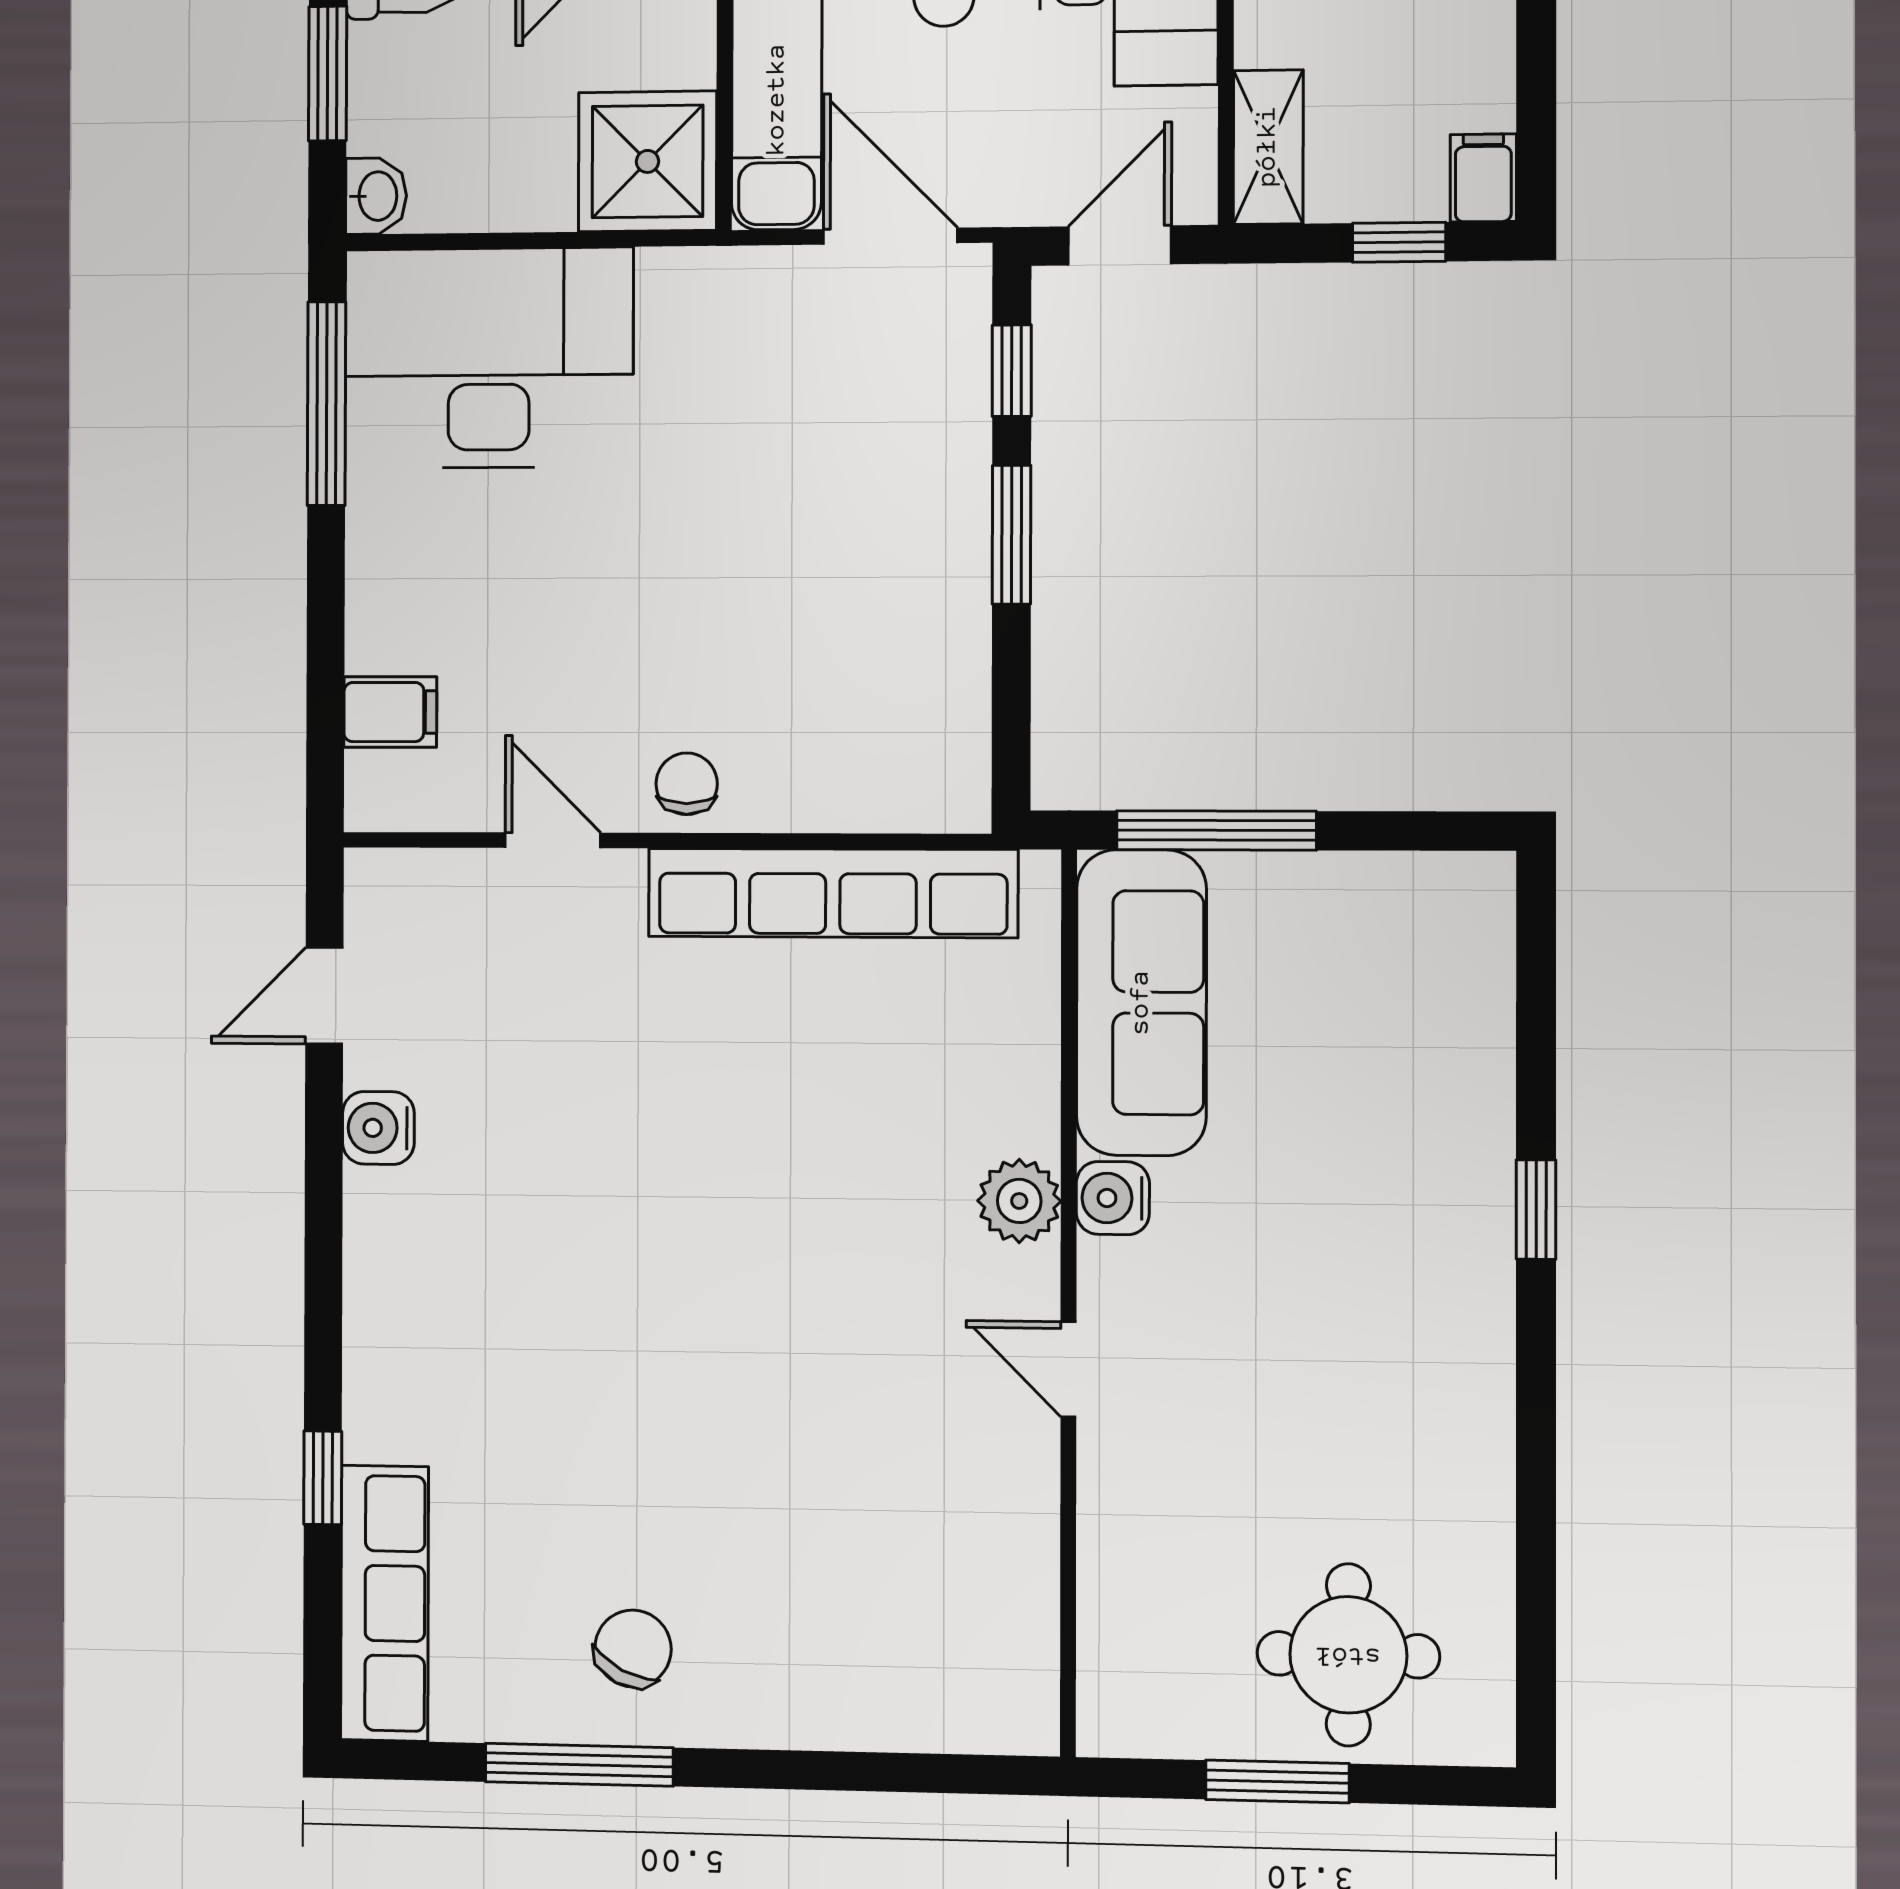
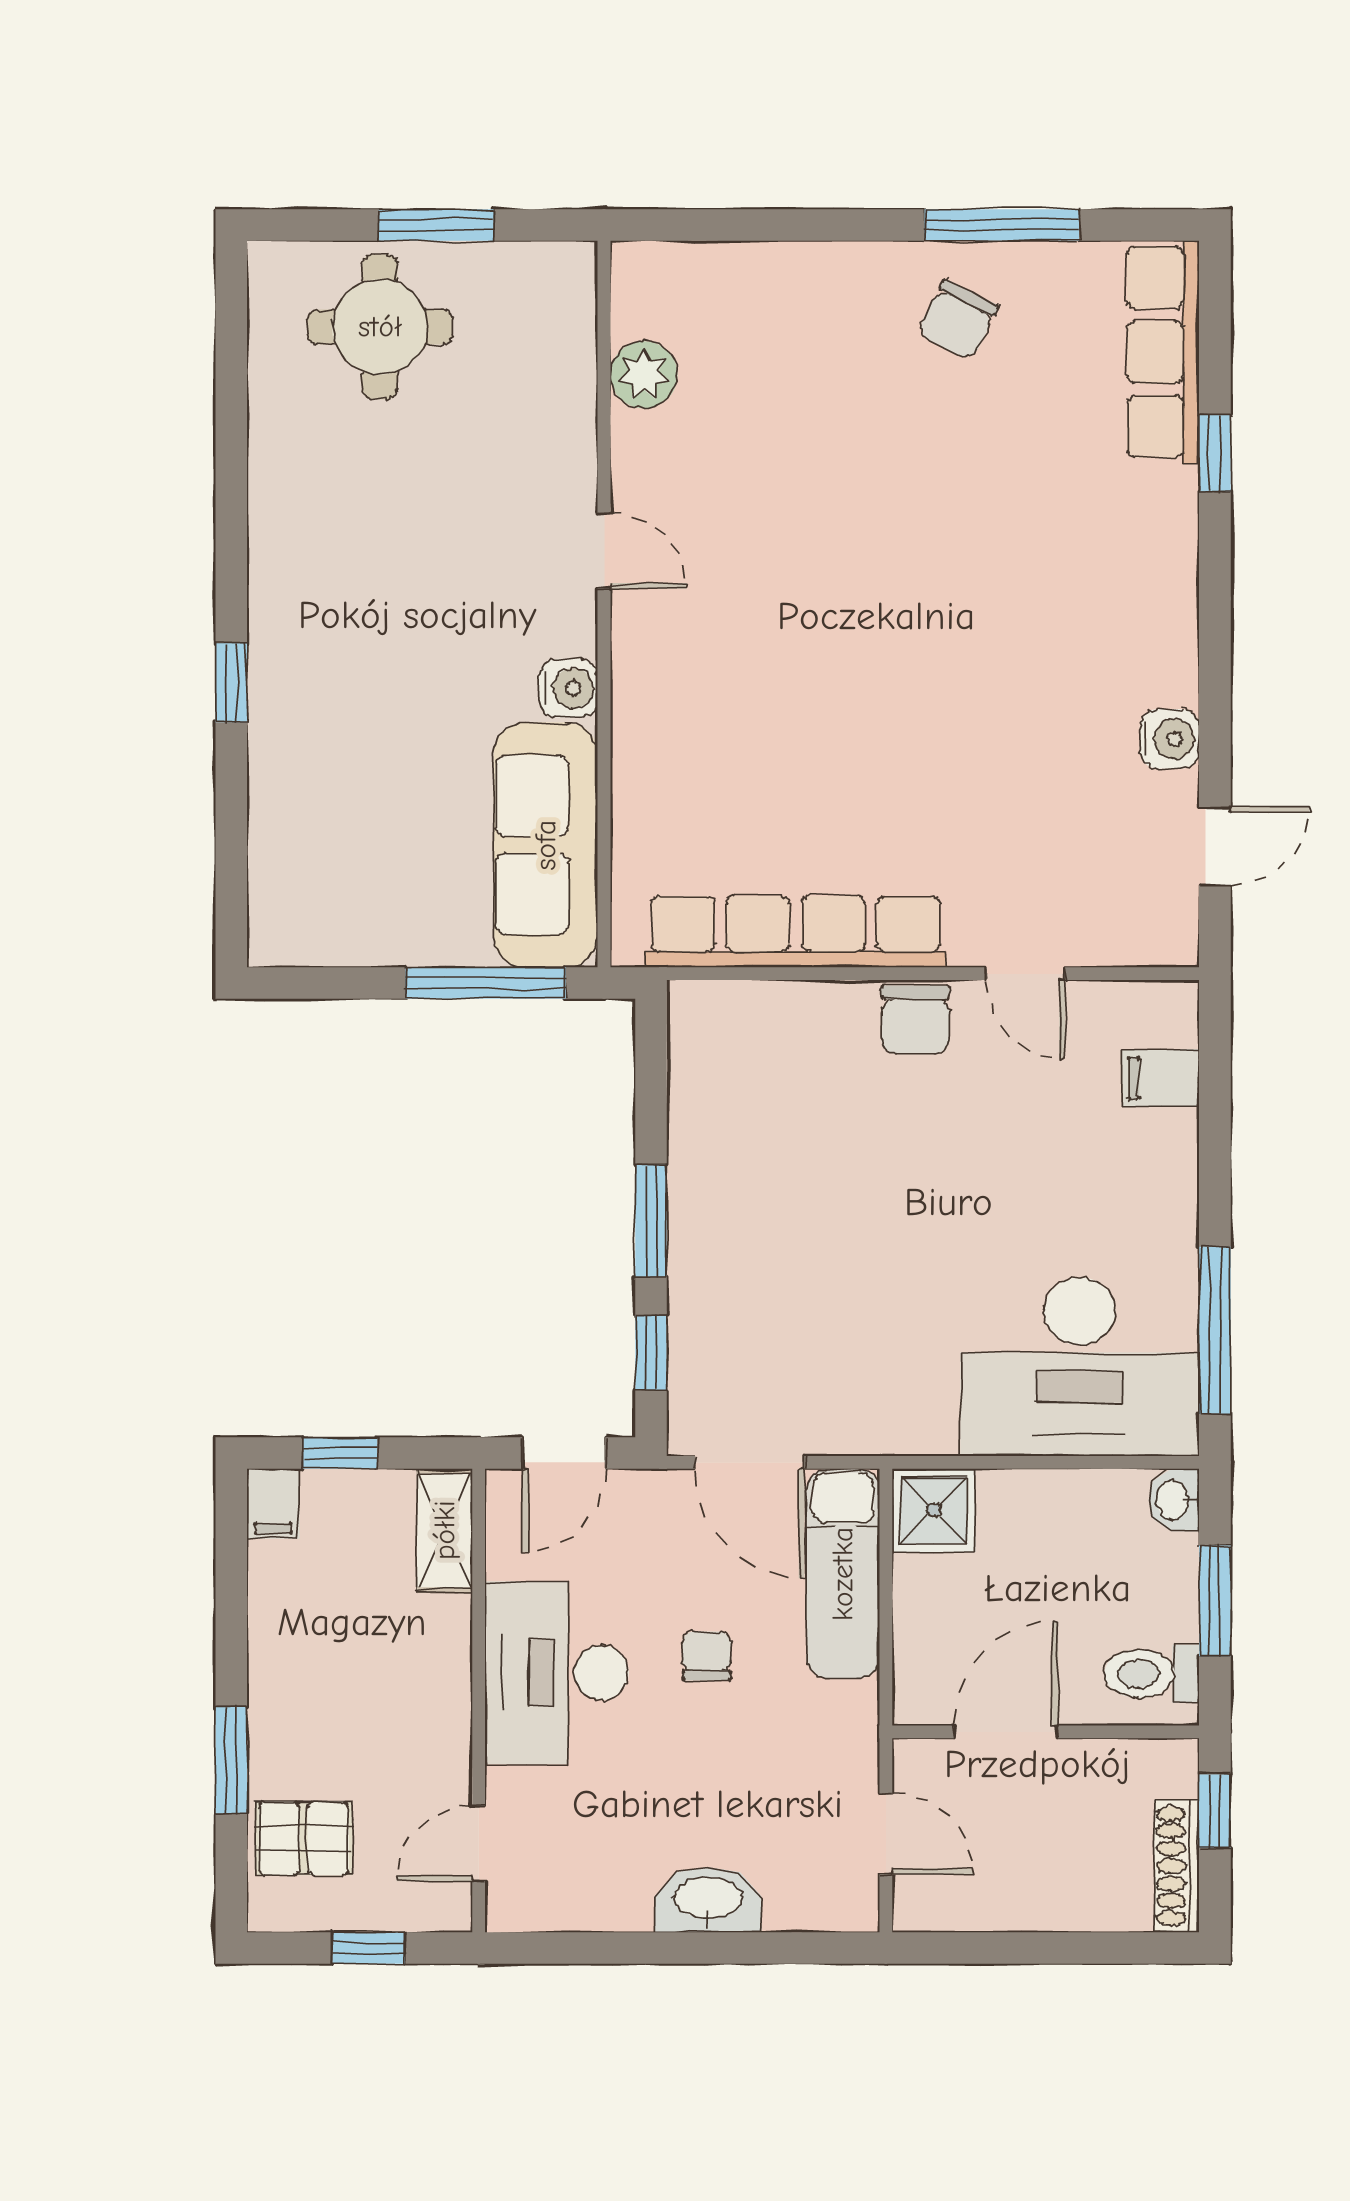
shower: (647, 161) -> (934, 1510), width x0.73, depth x0.73
chair: (687, 784) -> (915, 1020), width x1.37, depth x1.37
plant: (1019, 1201) -> (644, 375), moved

